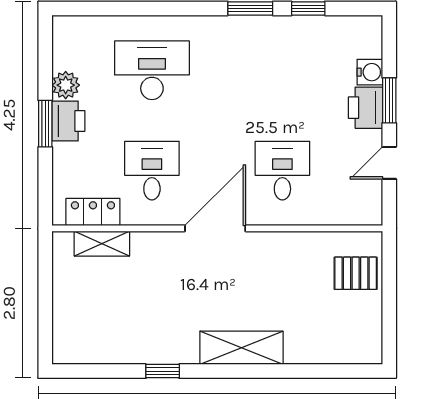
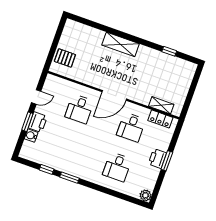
desk: (152, 70) -> (117, 167), width x0.73
plant: (66, 85) -> (145, 195), moved
window: (163, 371) -> (169, 51), moved

